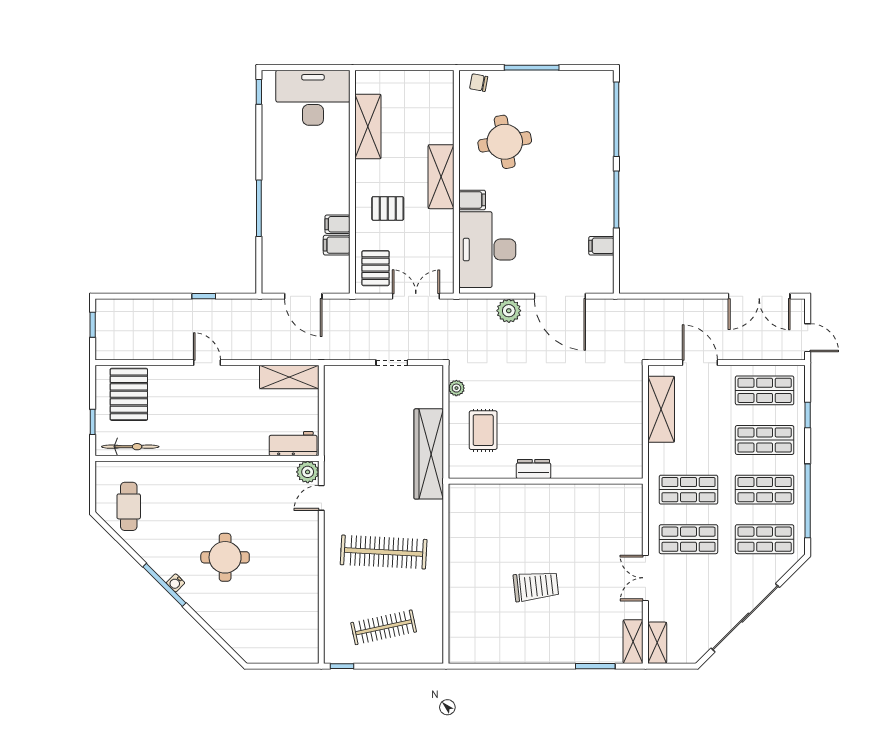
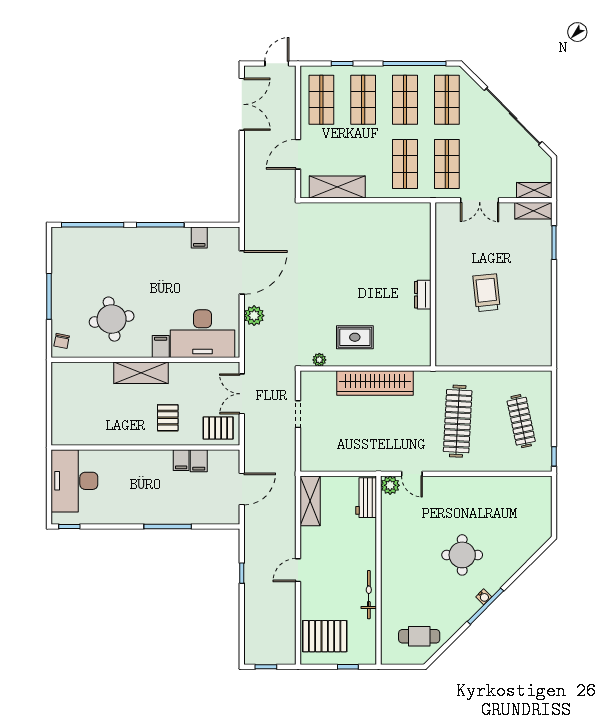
shelving: (368, 127) -> (99, 434), removed
bicycle: (130, 447) -> (369, 595), moved
dresser: (534, 469) -> (423, 295), moved
wall: (546, 481) -> (433, 284), moved

